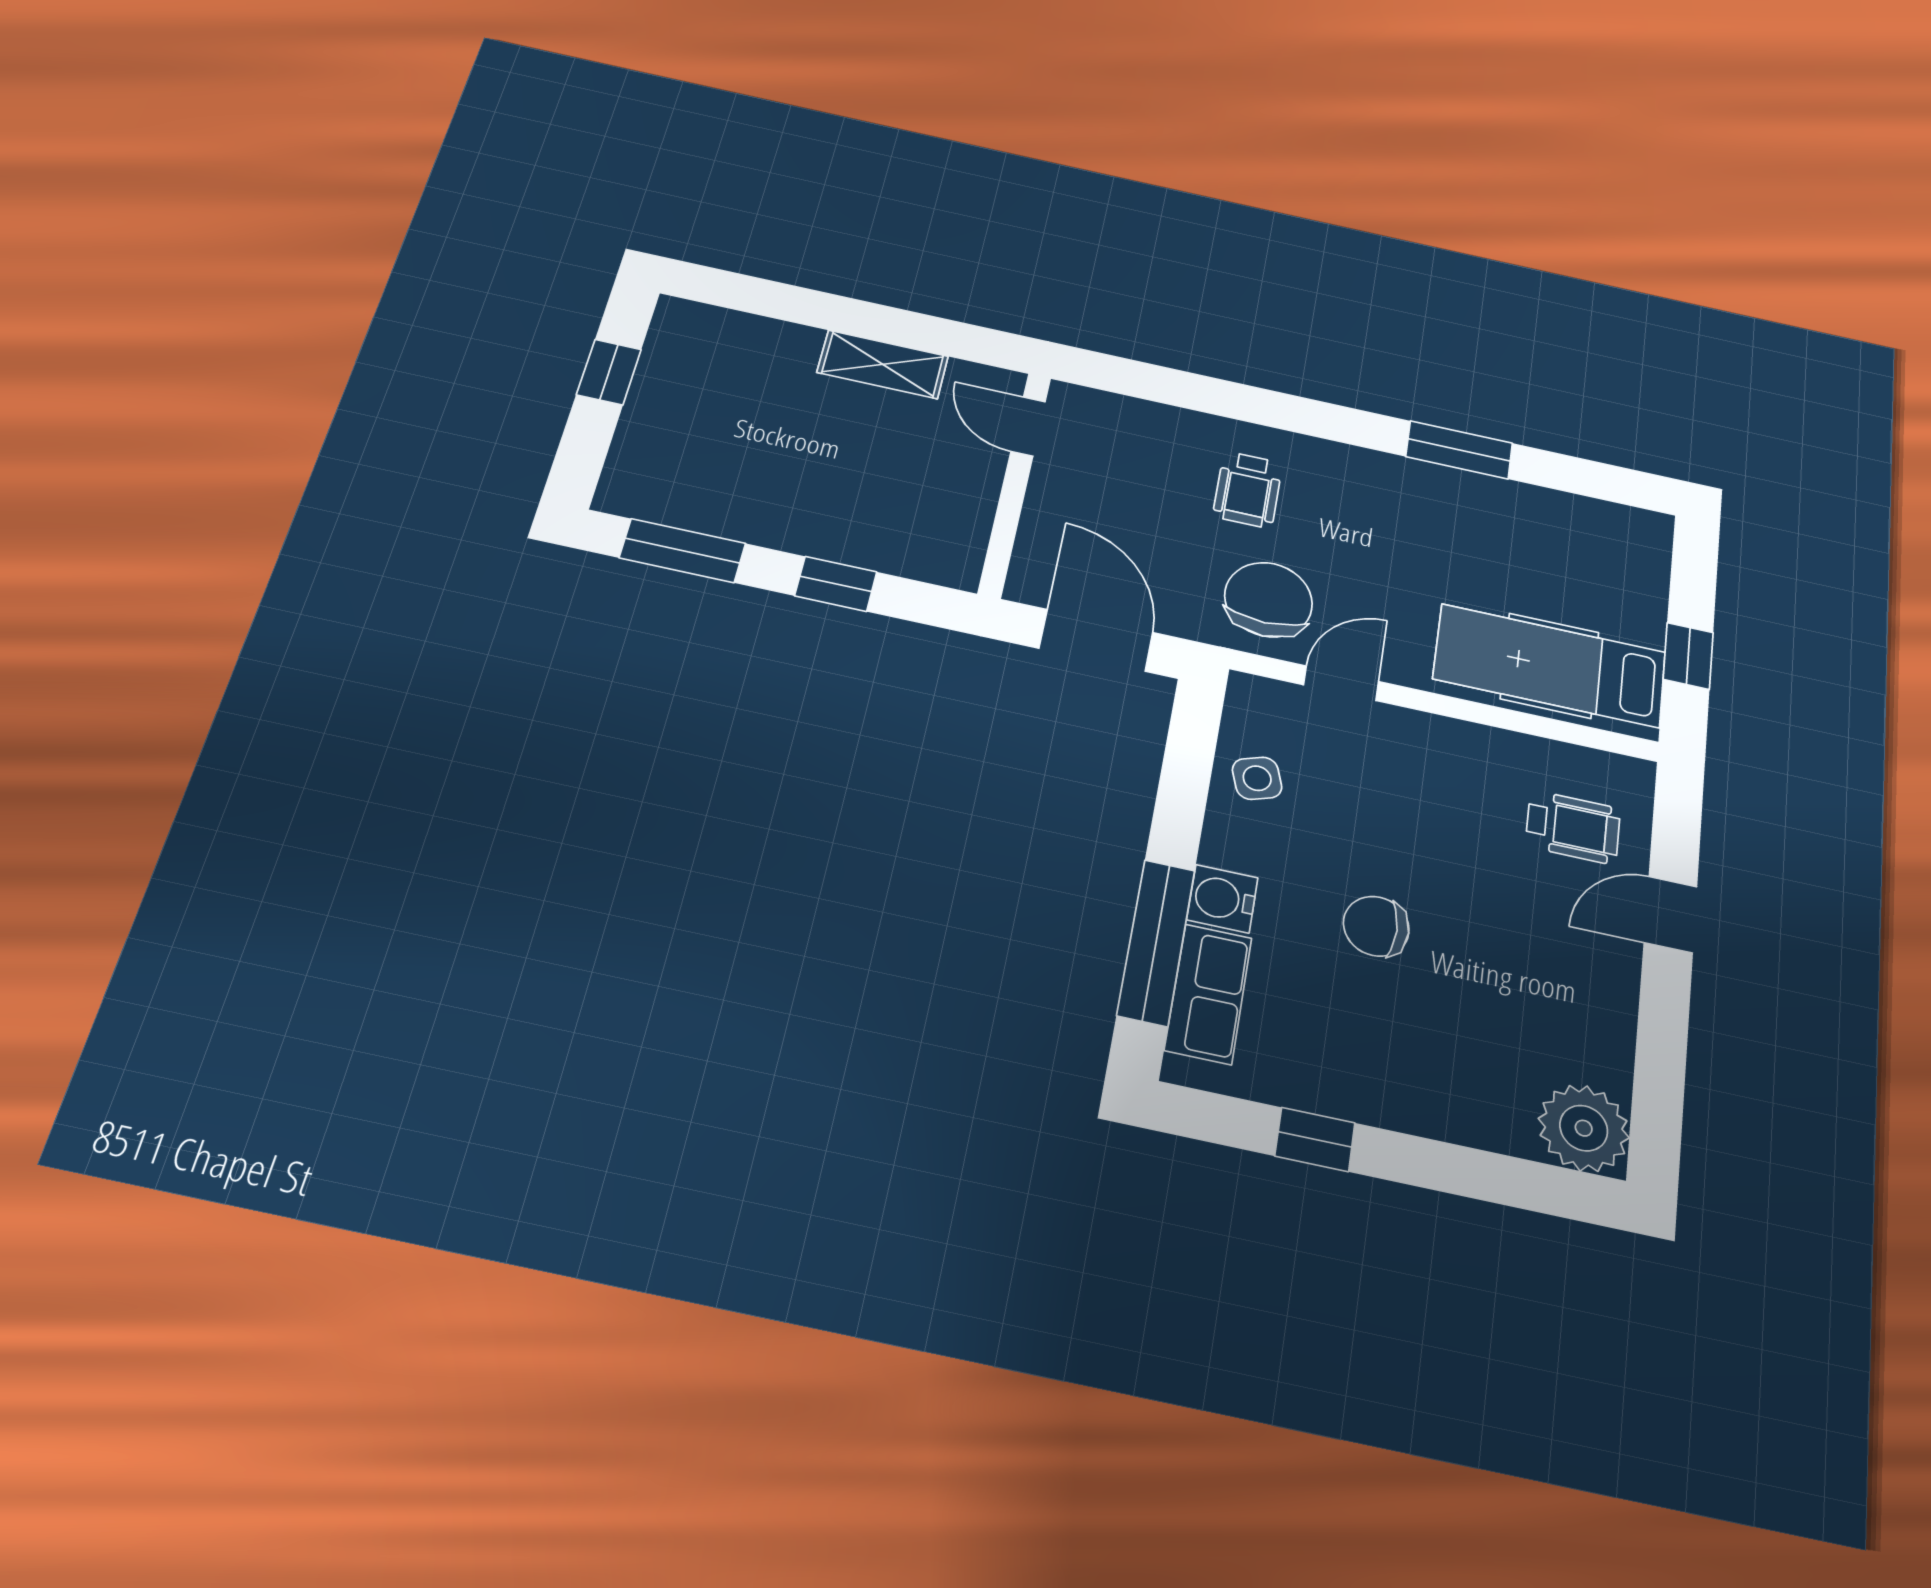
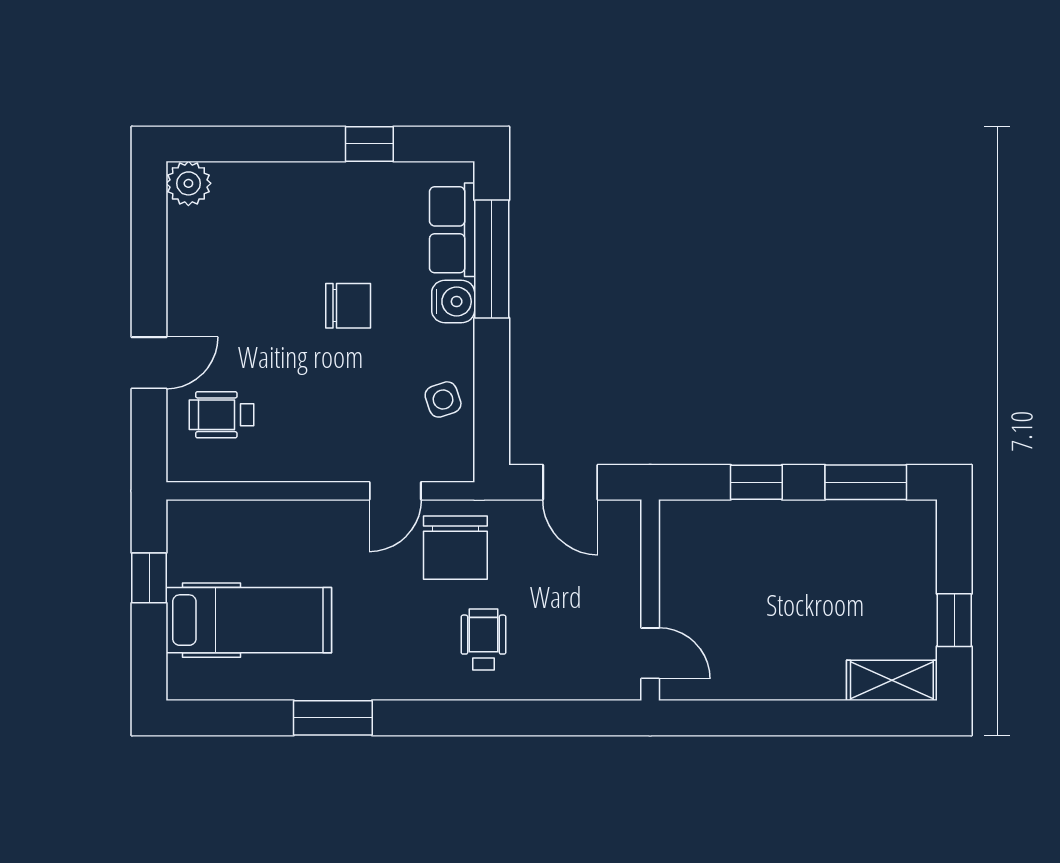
shelving: (883, 364) -> (892, 680), moved
door: (1096, 640) -> (570, 482), width x0.73
hospital bed: (1550, 666) -> (249, 620), moved
plant: (1584, 1128) -> (188, 183), width x0.73, depth x0.73

